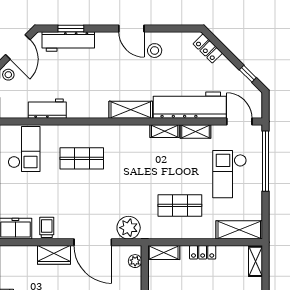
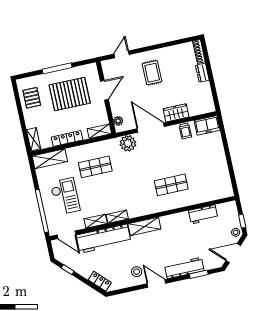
workbench: (68, 41) -> (184, 268), moved
door: (18, 47) -> (233, 253), hinge flipped
checkout: (24, 149) -> (213, 183), removed
locker: (203, 252) -> (67, 139), width x1.53

